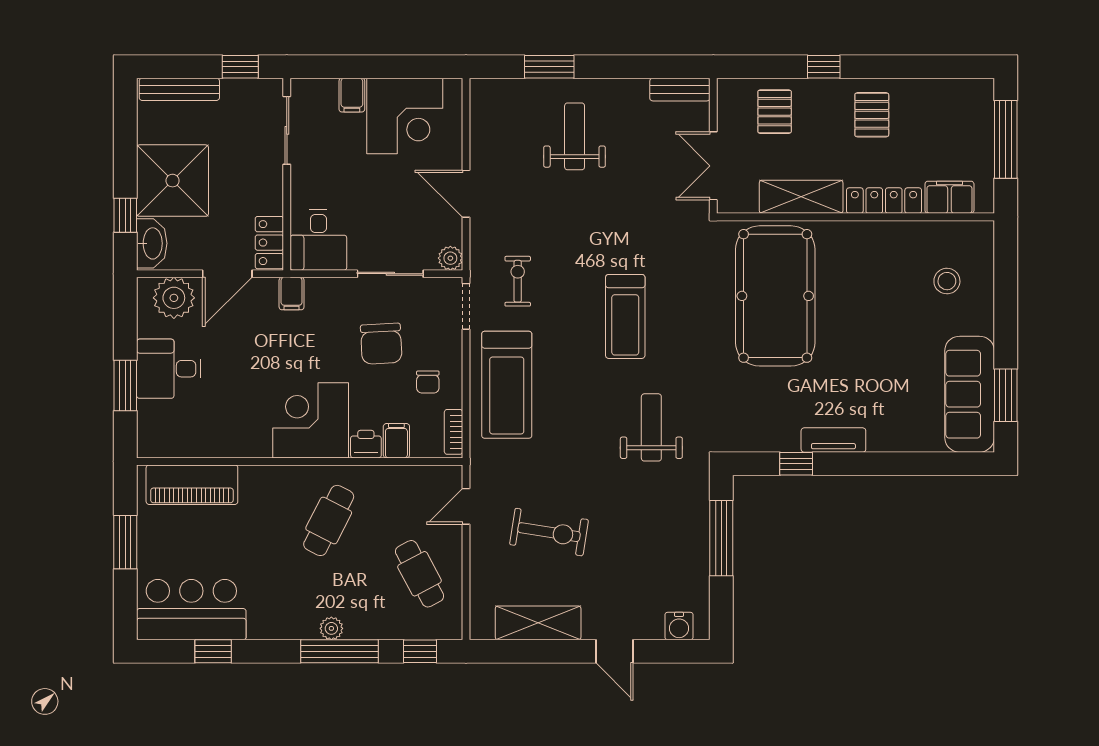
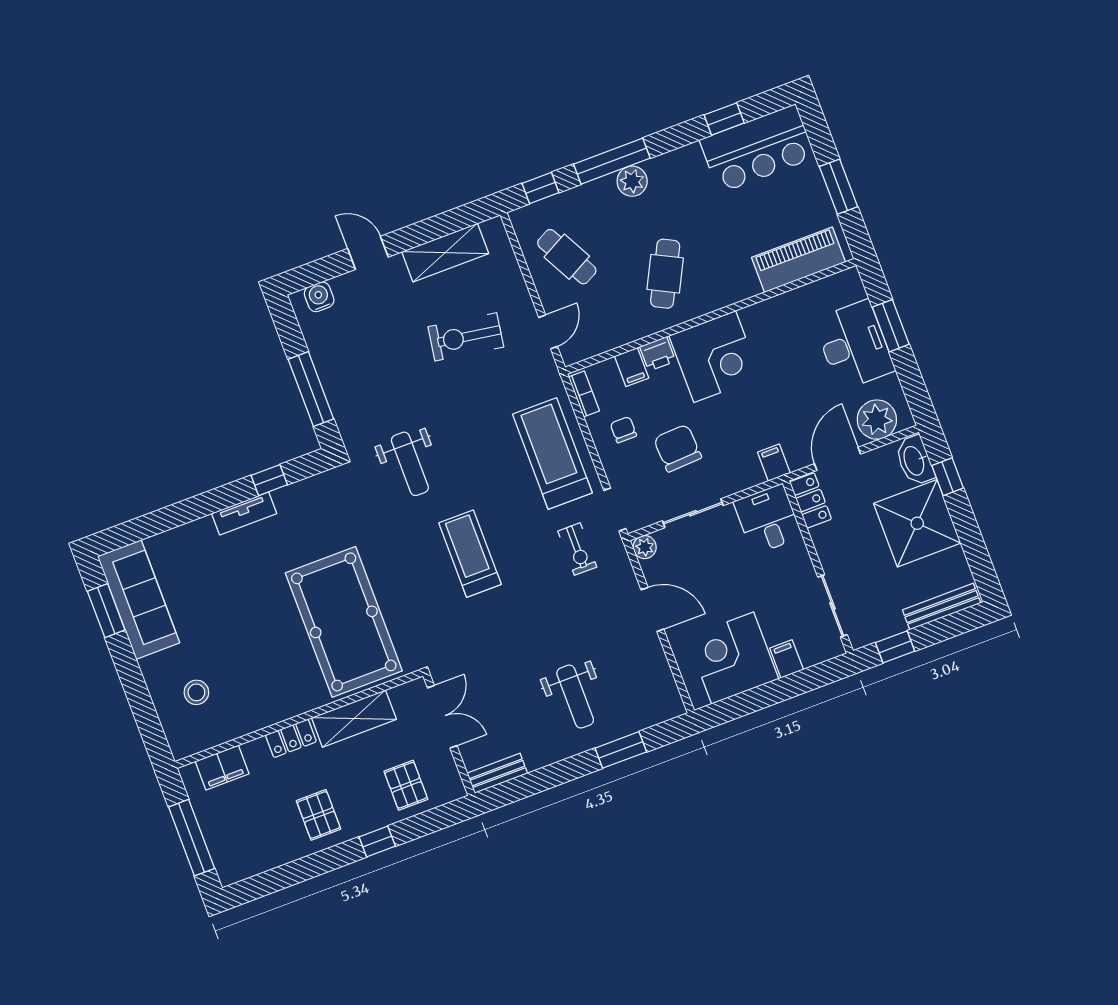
locker: (884, 201) -> (291, 738), width x0.66
desk: (169, 369) -> (854, 345), width x1.37
plant: (331, 628) -> (632, 181), width x1.38, depth x1.38

